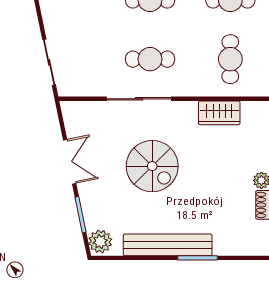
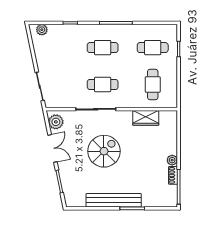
spiral stairs: (152, 166) -> (104, 151), turned -90
plant: (100, 242) -> (56, 122), moved

